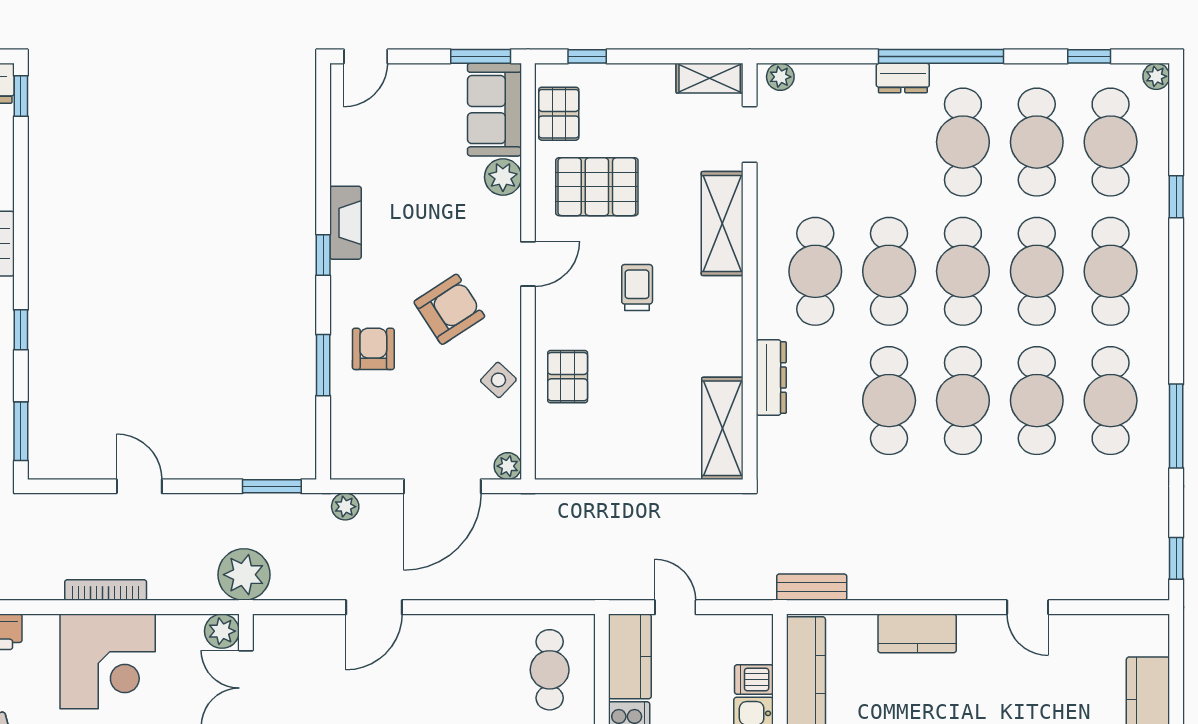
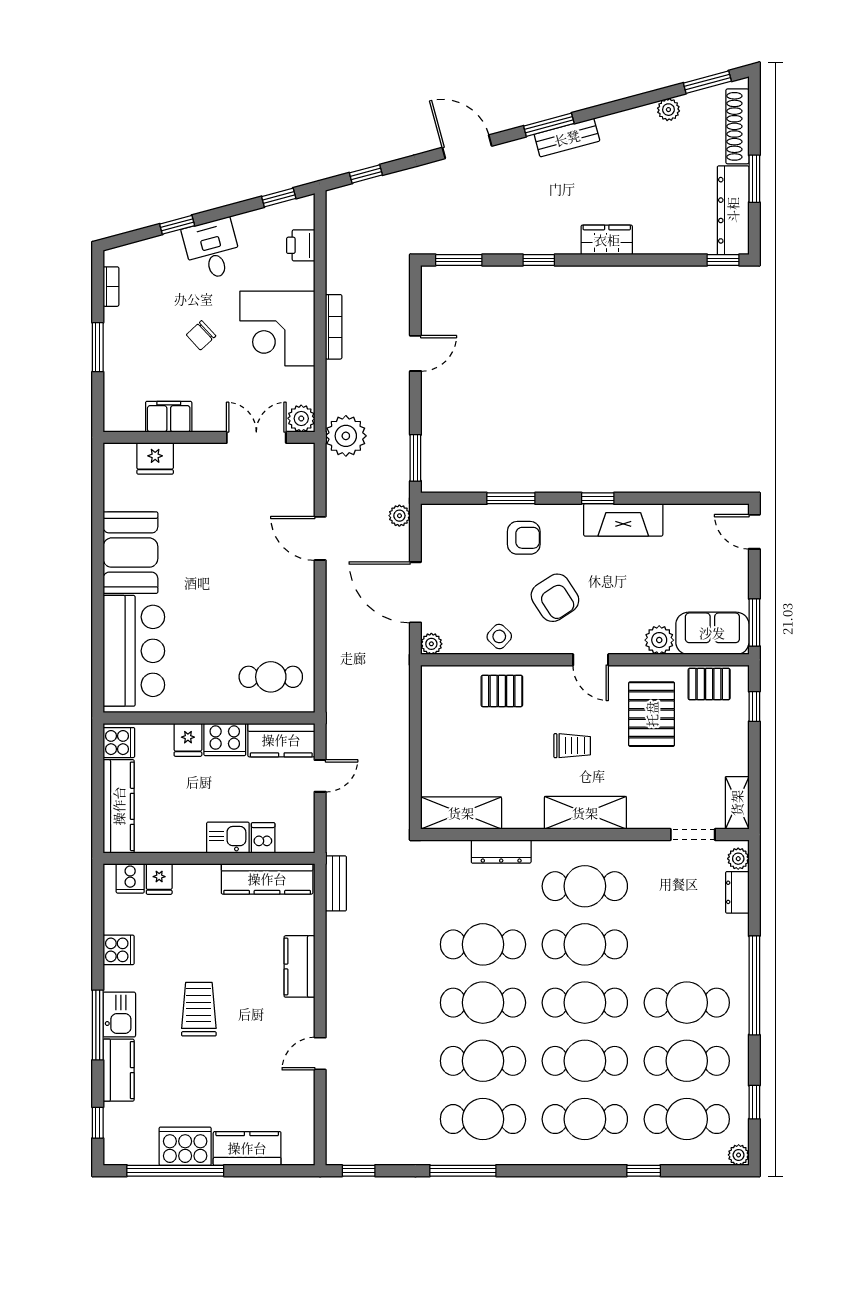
dresser: (903, 78) -> (737, 892), moved
fireplace: (345, 223) -> (623, 520), width x1.37, depth x1.32
shelving: (722, 224) -> (585, 813), moved

